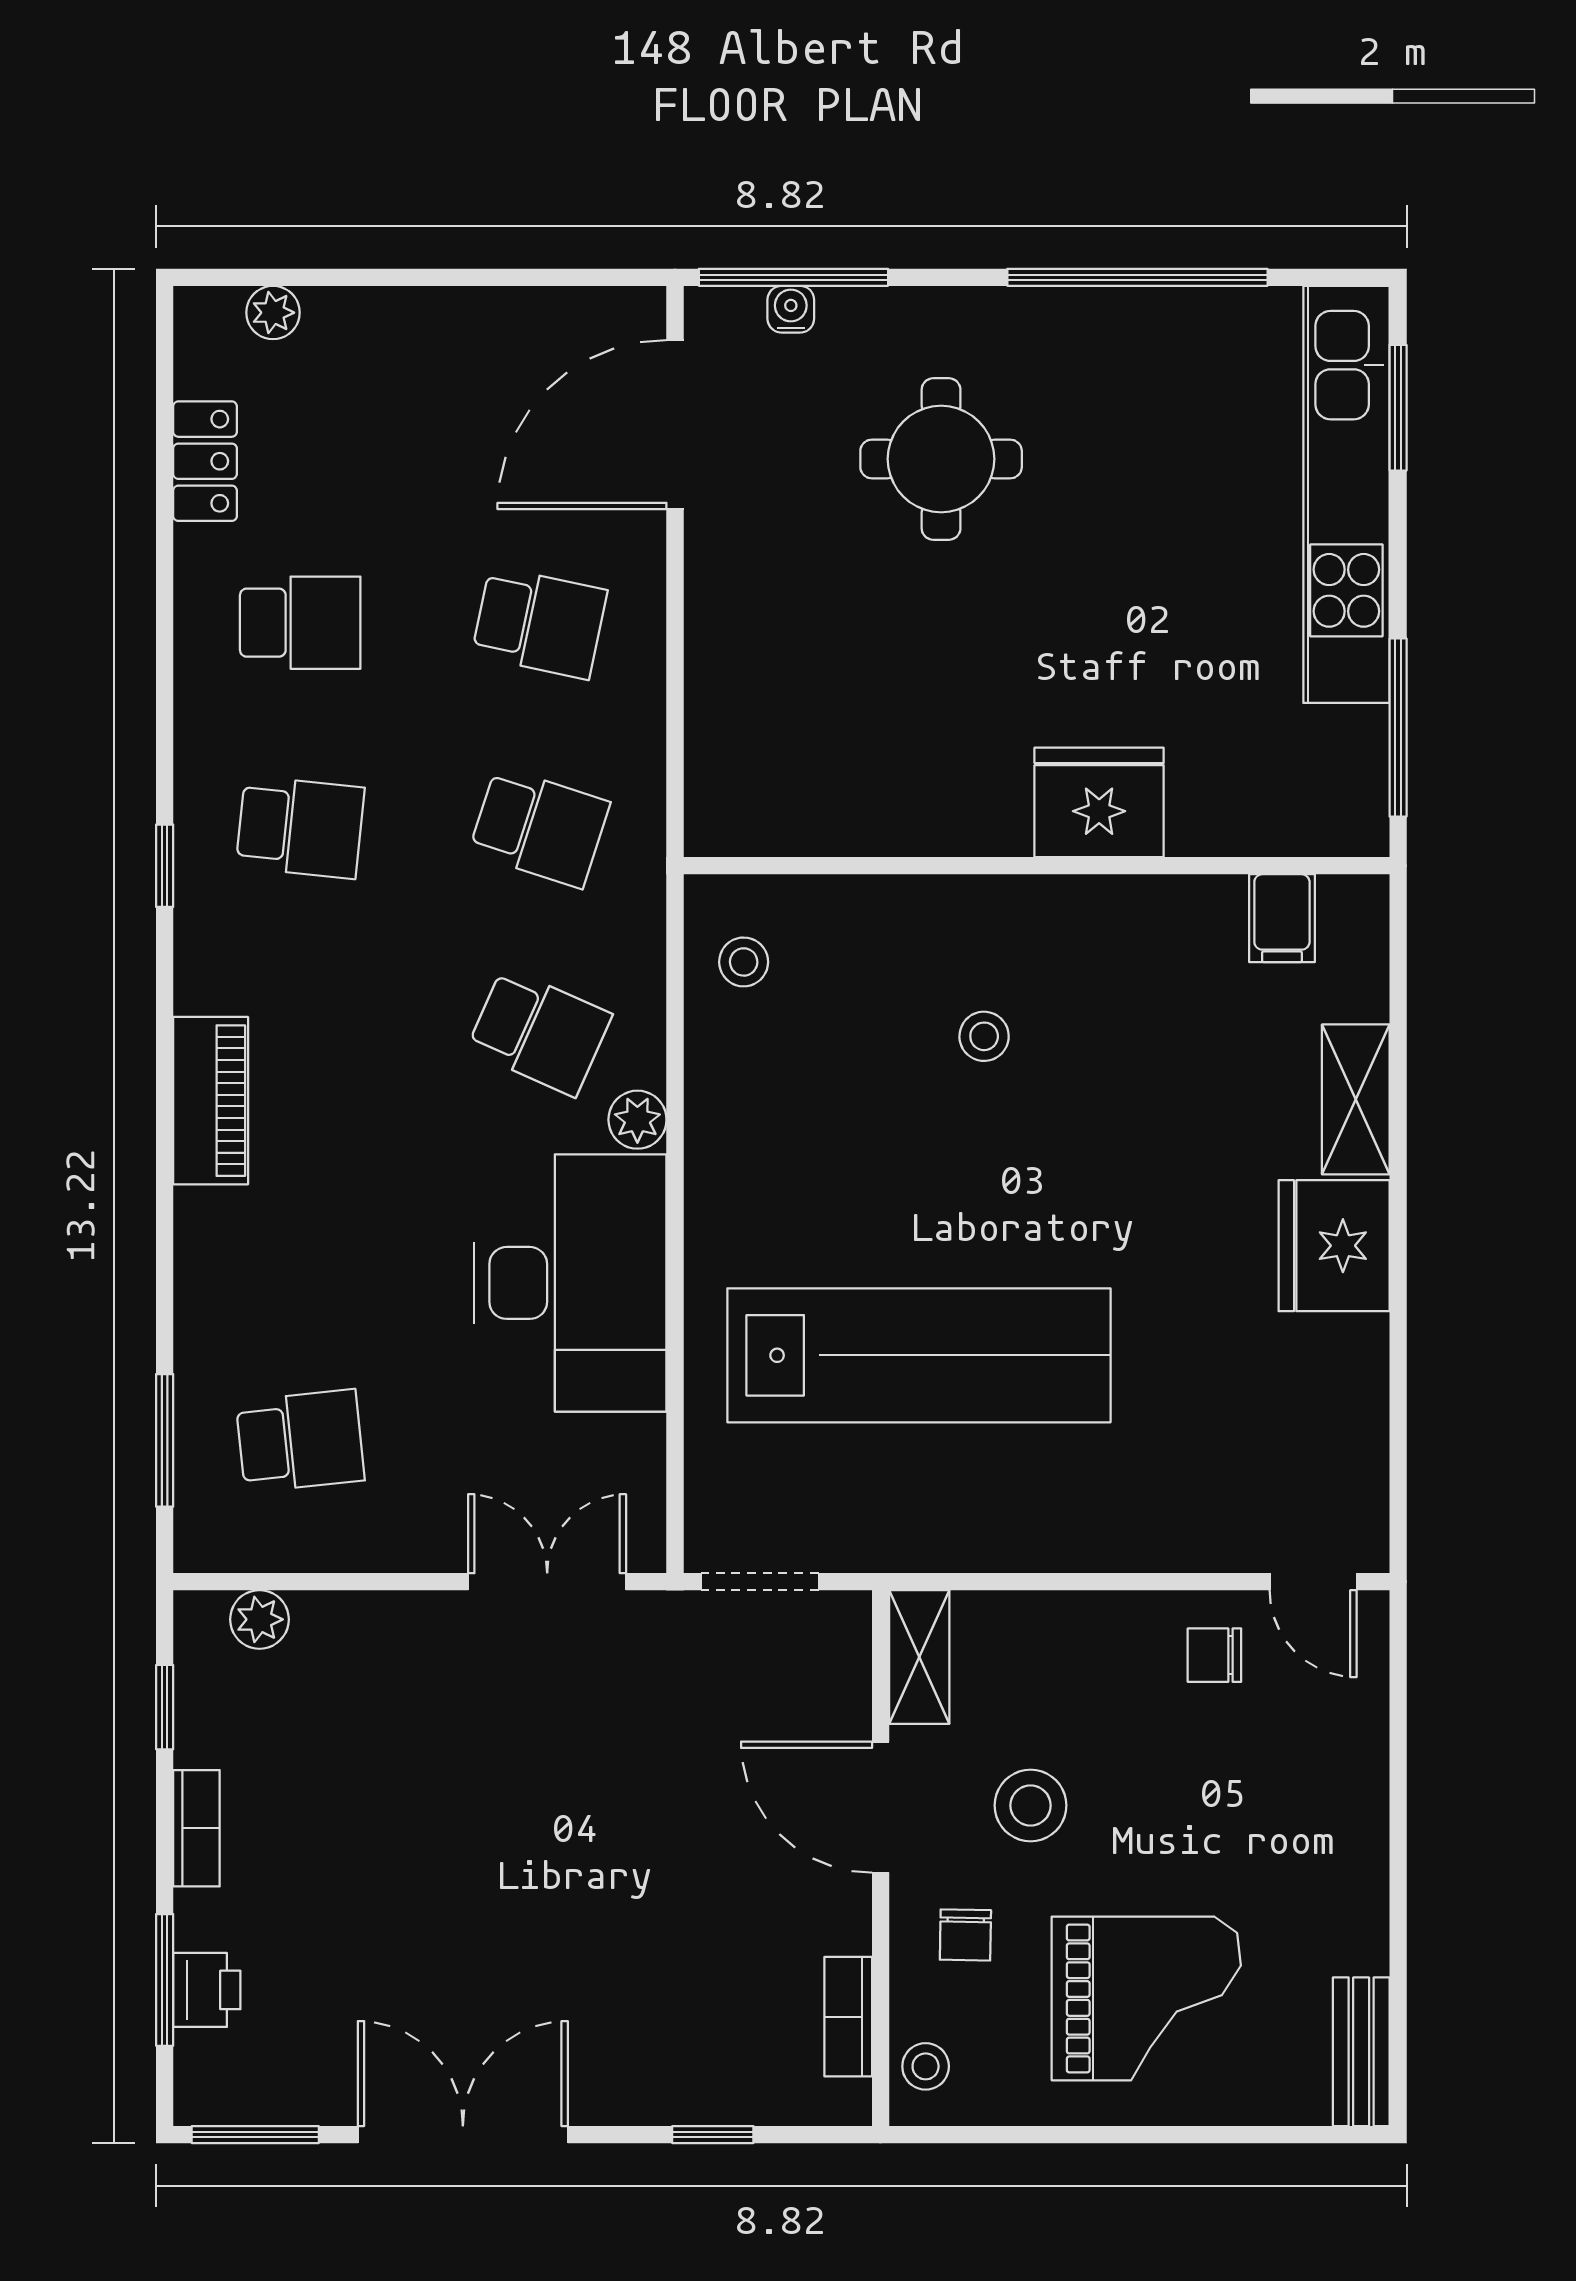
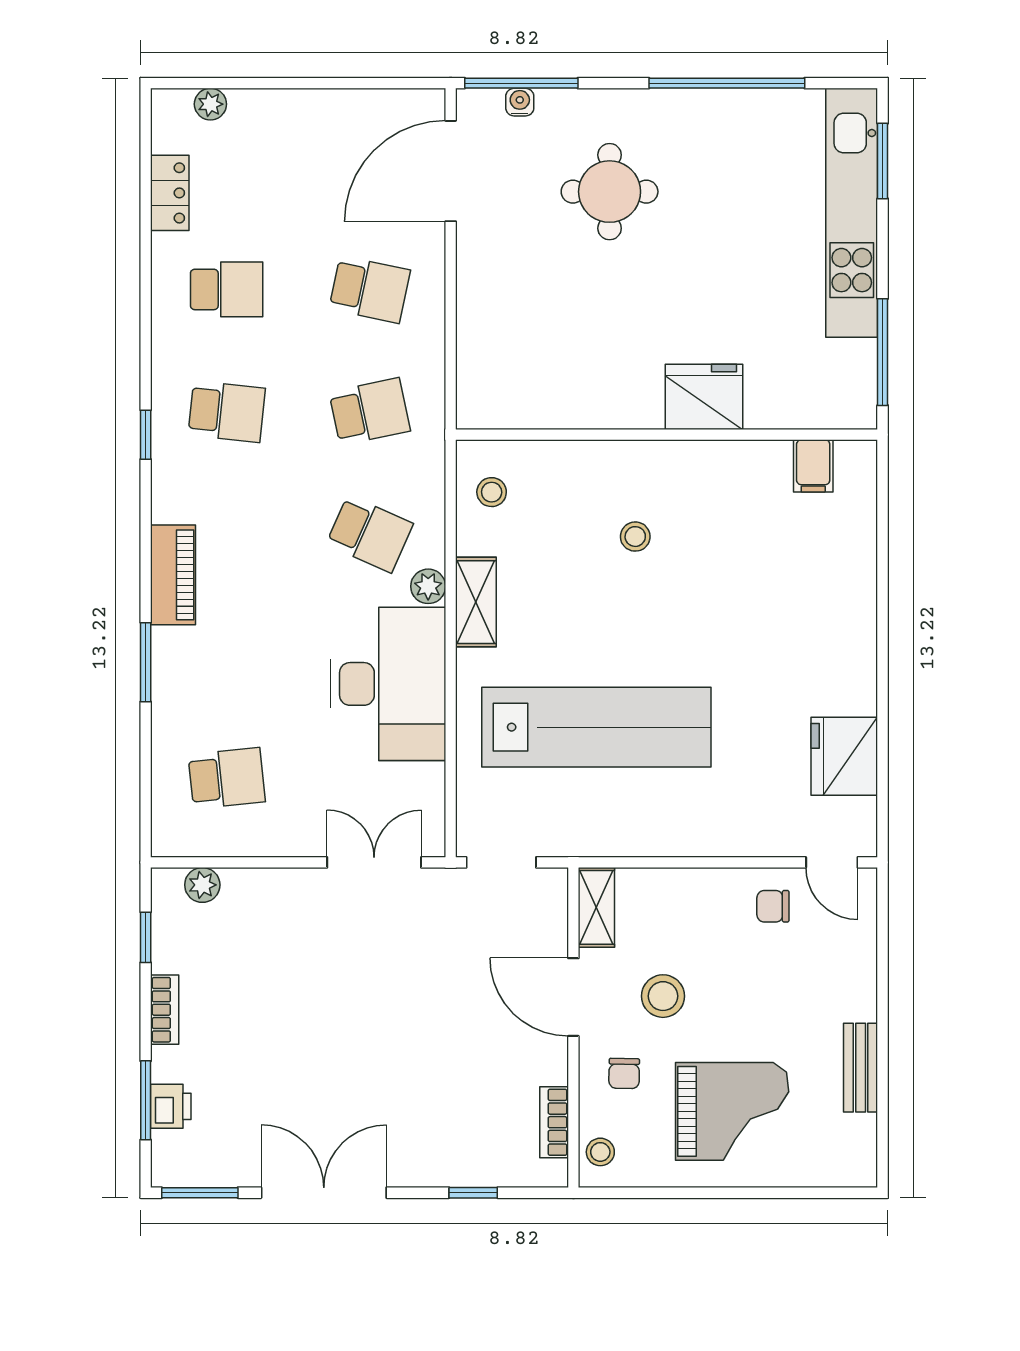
school desk: (539, 827) -> (370, 412), turned -30
shelving: (1356, 1099) -> (476, 602), moved
fridge: (1334, 1246) -> (844, 756), moved
window: (165, 1440) -> (146, 662), moved
bench: (1361, 2052) -> (861, 1068), moved

